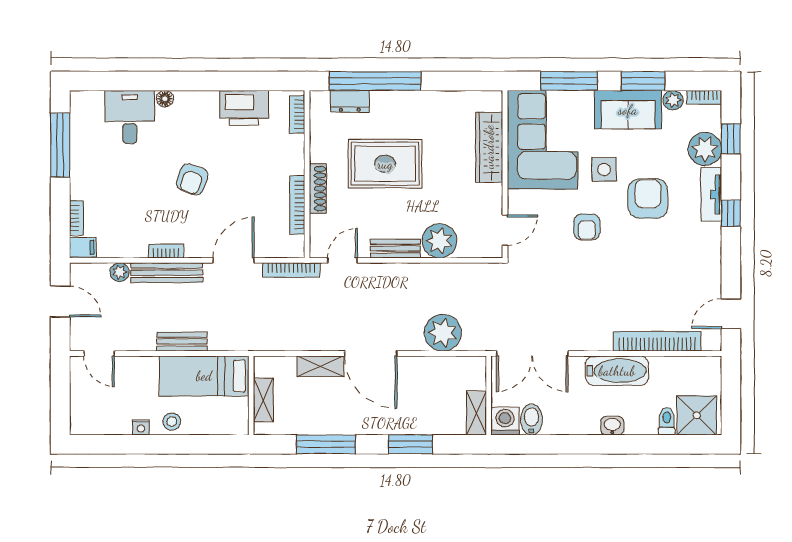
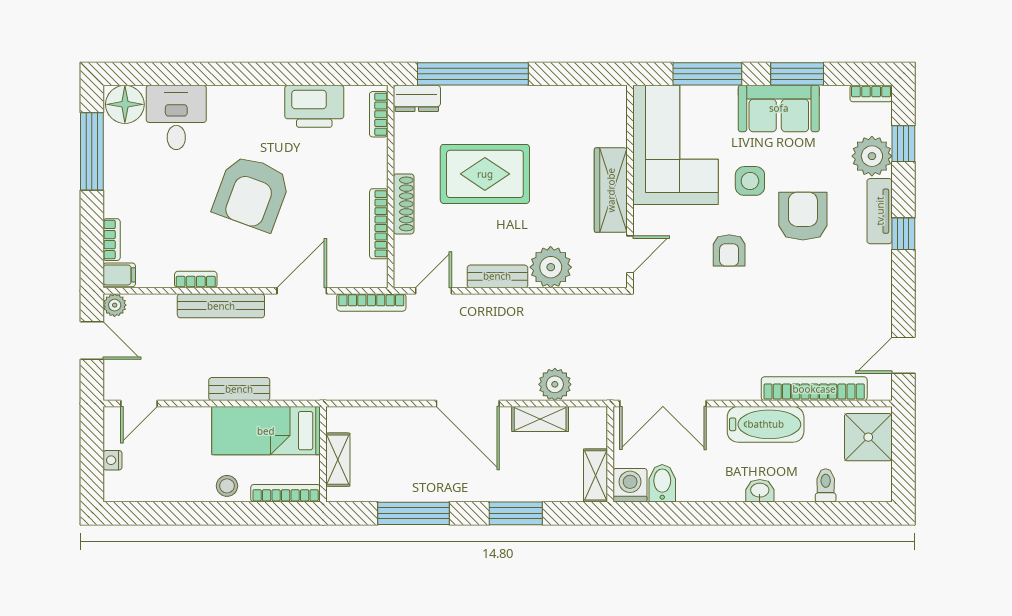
floor lamp: (165, 99) -> (125, 104), moved, width x1.89, depth x1.89
plant: (673, 100) -> (833, 97), removed
dresser: (350, 101) -> (417, 98), moved
wardrobe: (489, 147) -> (611, 190), moved
armchair: (192, 179) -> (252, 193), width x1.88, depth x1.88
bookcase: (166, 251) -> (196, 280), moved
plant: (119, 272) -> (115, 305), moved
plant: (443, 333) -> (555, 384), width x0.73, depth x0.73
door: (99, 354) -> (139, 403), hinge flipped
shelving: (321, 366) -> (540, 419), moved
shower: (697, 415) -> (868, 437), moved
nightstand: (141, 427) -> (113, 460), moved, turned 90
bookcase: (220, 428) -> (286, 493), added

